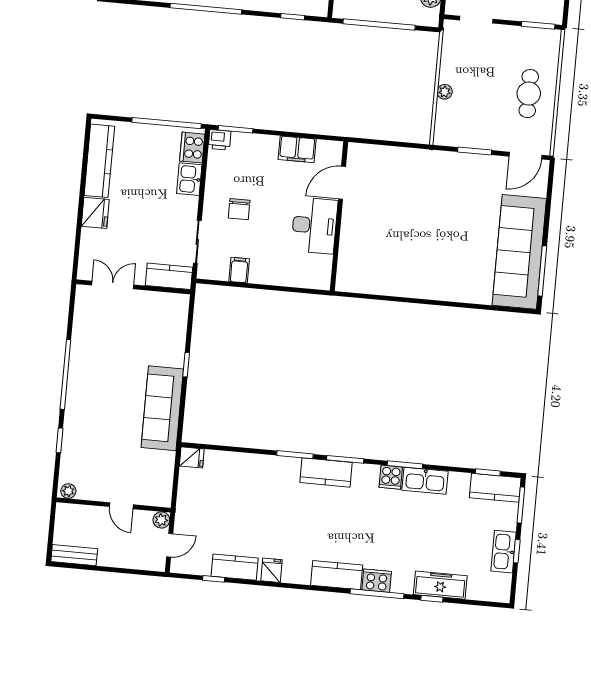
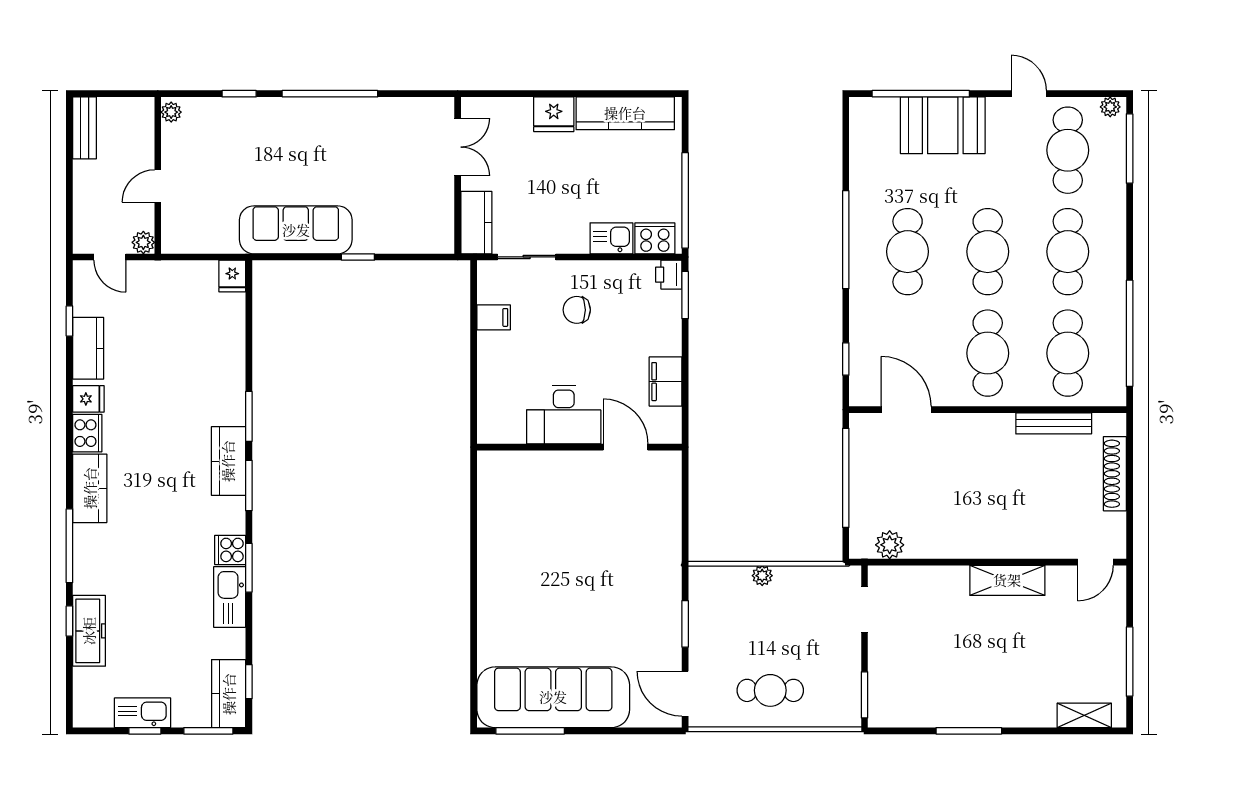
cooker: (377, 581) -> (87, 433), moved

